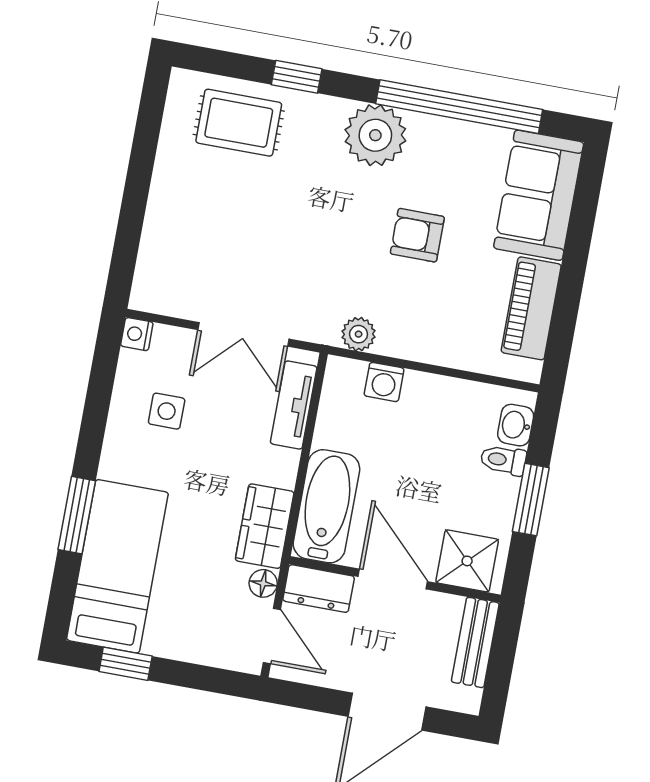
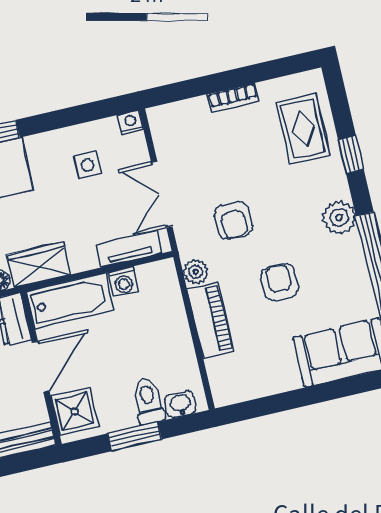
plant: (375, 135) -> (339, 218), width x0.73, depth x0.73
bookcase: (162, 193) -> (233, 98), added
armchair: (315, 259) -> (233, 220), added
piano: (531, 308) -> (211, 320), moved, turned 90
washing machine: (384, 382) -> (123, 282), moved, turned -90
toilet: (503, 460) -> (148, 401), width x1.37, depth x1.39

